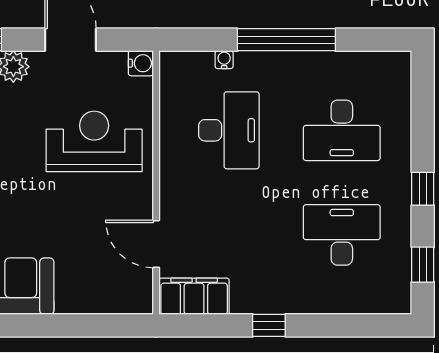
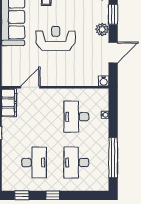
window: (286, 40) -> (113, 158), moved
desk: (229, 130) -> (76, 117), turned 90
reception desk: (94, 141) -> (56, 38), moved, turned -90

